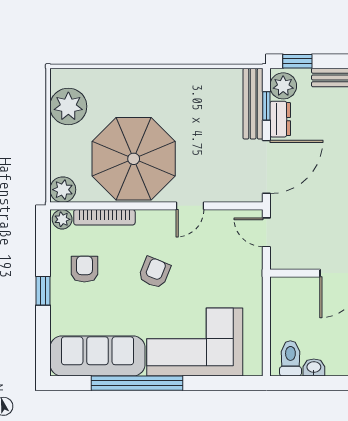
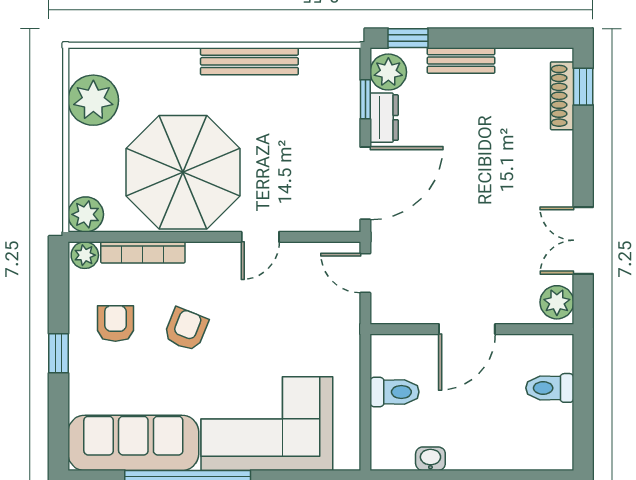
bench: (253, 104) -> (249, 61), moved, turned 90
armchair: (154, 272) -> (186, 329), moved
toilet: (290, 358) -> (395, 392), moved, turned 90

